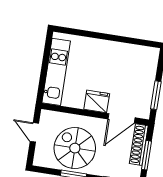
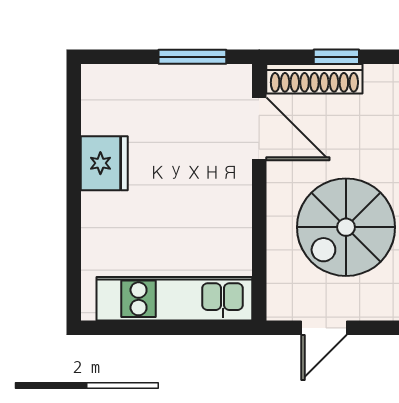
fridge: (97, 101) -> (104, 163), moved, turned 180
window: (146, 155) -> (336, 57), width x0.67

